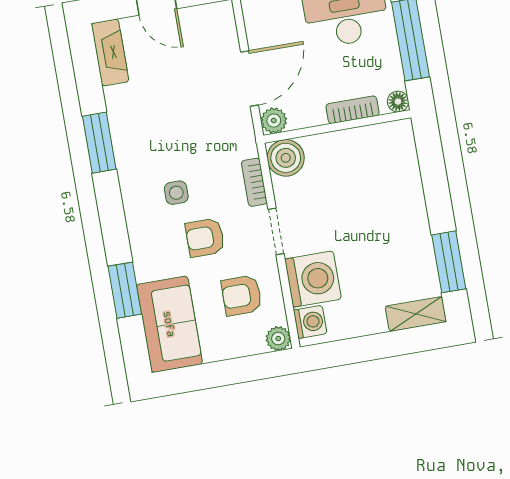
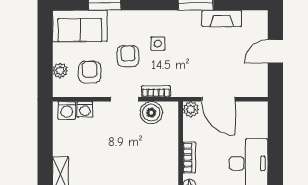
fireplace: (110, 53) -> (222, 19), moved
boiler: (286, 158) -> (151, 113), moved
washing machine: (313, 279) -> (85, 109), width x0.53, depth x0.53
plant: (278, 339) -> (60, 71), moved

